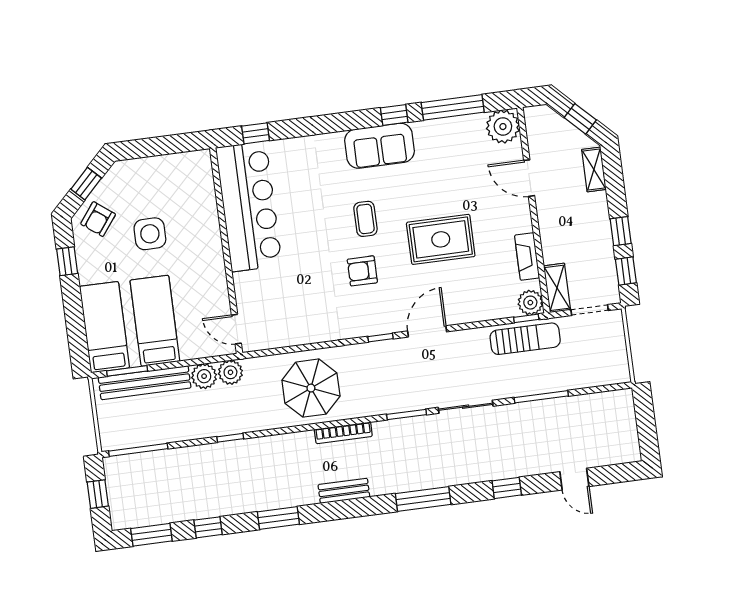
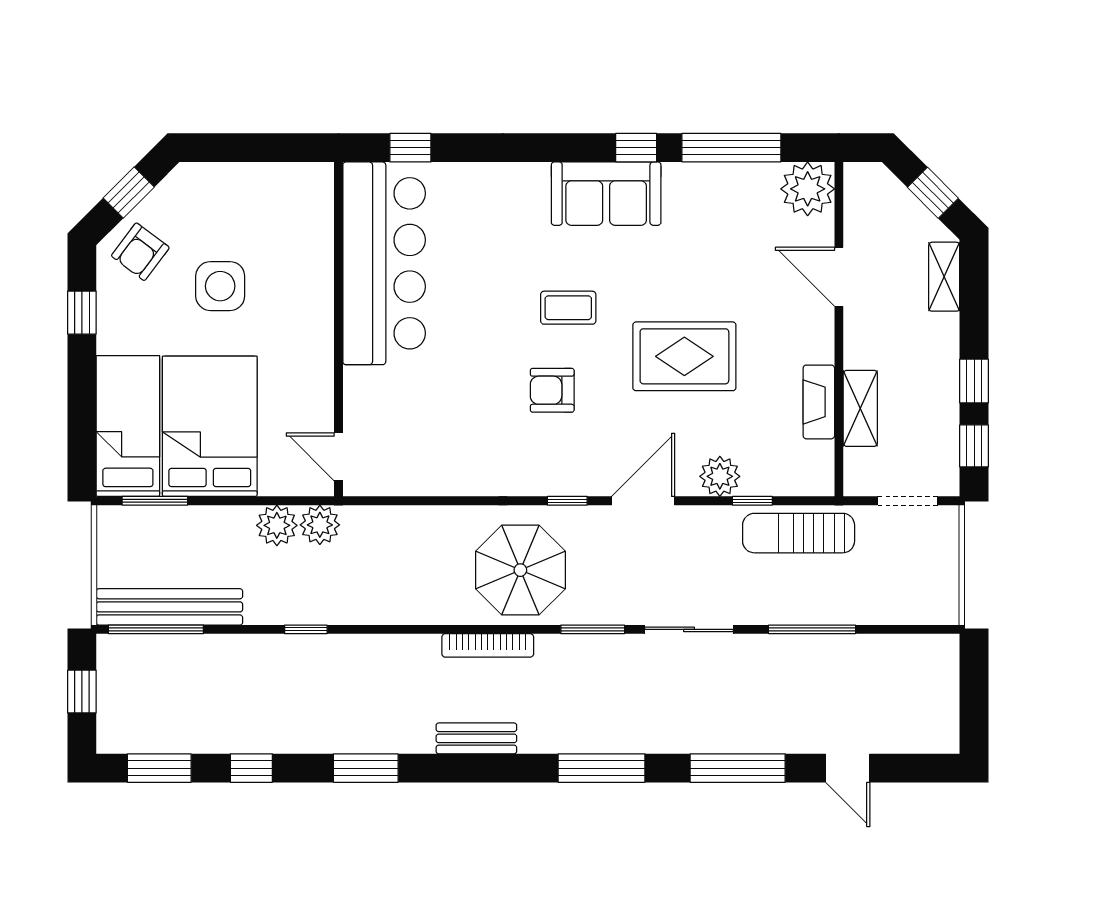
coffee table: (365, 219) -> (568, 308), turned 90
shelving: (557, 288) -> (860, 408), moved
plant: (530, 303) -> (720, 476), moved
window: (526, 318) -> (752, 501), moved
bed: (155, 321) -> (210, 426), width x1.50
sun lounger: (525, 339) -> (799, 533), turned 180
bench: (145, 383) -> (169, 607), moved
parasol: (311, 388) -> (520, 570), moved
window: (507, 488) -> (738, 768), width x2.17

